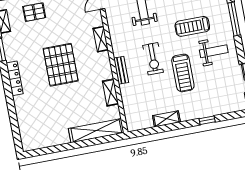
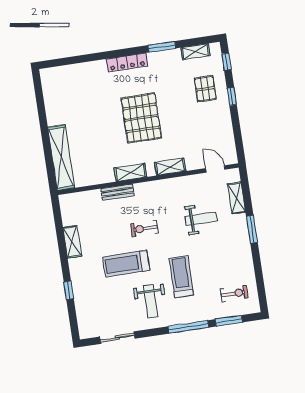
exercise bike: (153, 59) -> (144, 229), width x0.73, depth x0.72
pallet: (61, 65) -> (141, 118), turned 90
bench: (121, 70) -> (118, 192), moved
shelving: (110, 93) -> (130, 173), moved

